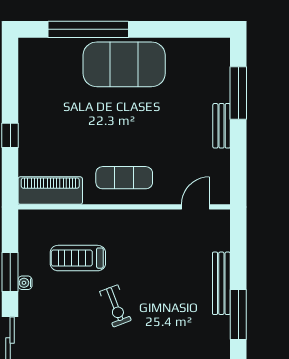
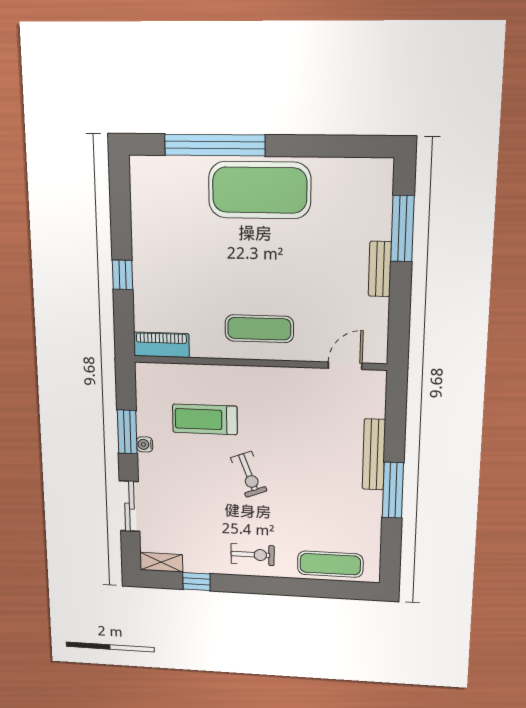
piano: (50, 191) -> (161, 345), width x0.73, depth x0.75

